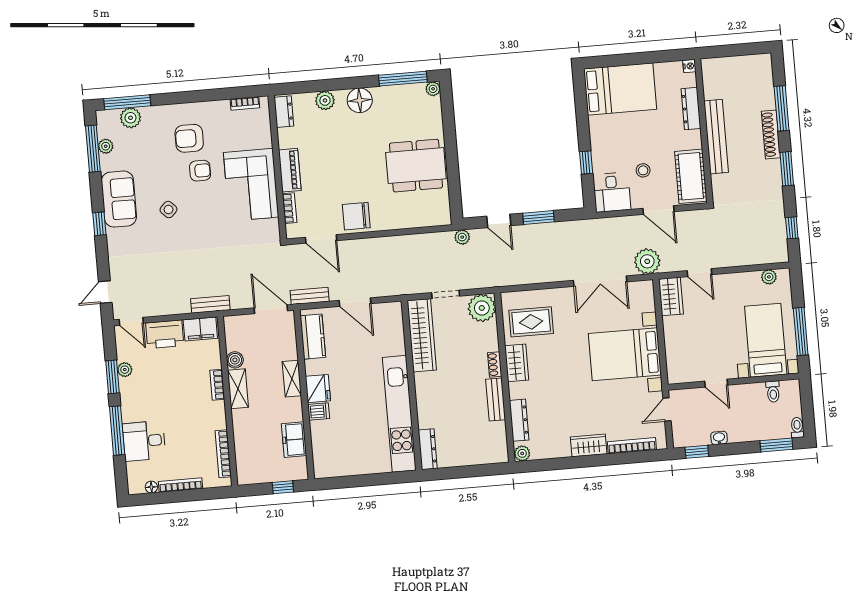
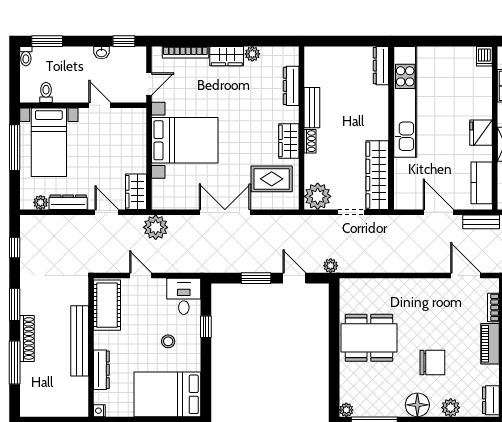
stool: (643, 170) -> (168, 341), moved
door: (659, 210) -> (141, 275), width x0.73
chair: (356, 216) -> (432, 363), moved
dresser: (740, 280) -> (68, 202), added
double door: (600, 281) -> (225, 212), moved
dishwasher: (319, 411) -> (484, 56), moved, turned -90
plant: (522, 453) -> (252, 54), moved

